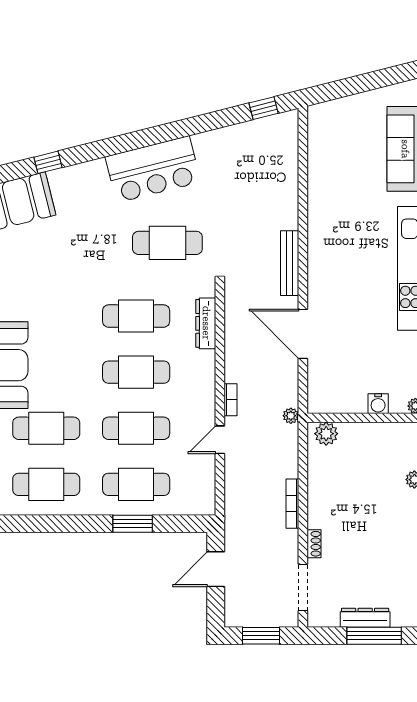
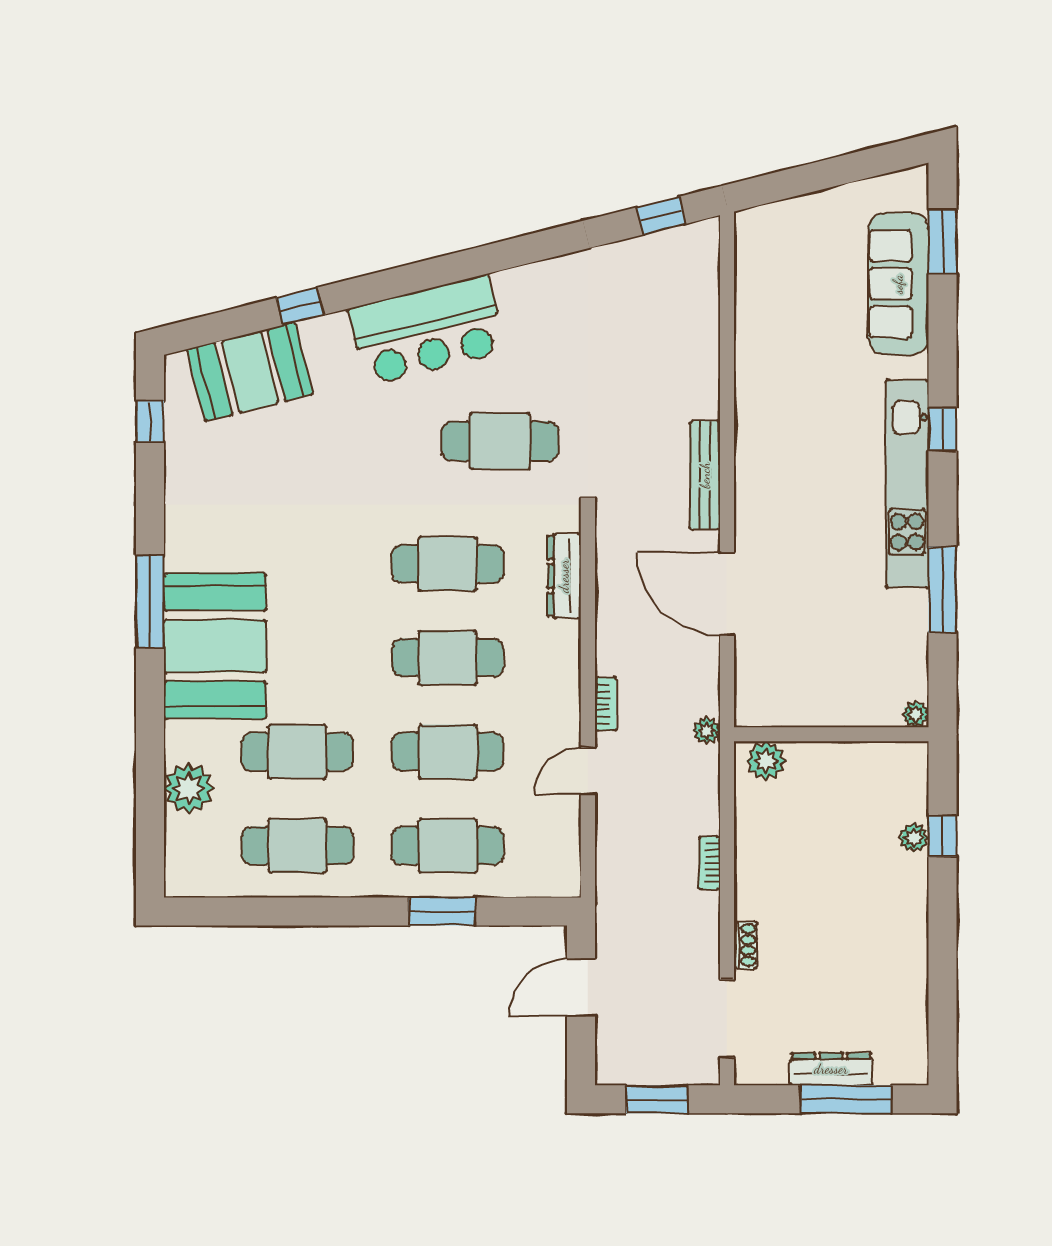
bar counter: (153, 169) -> (427, 330), moved
water cooler: (378, 404) -> (853, 710), removed
bookcase: (292, 504) -> (709, 863), width x0.64

